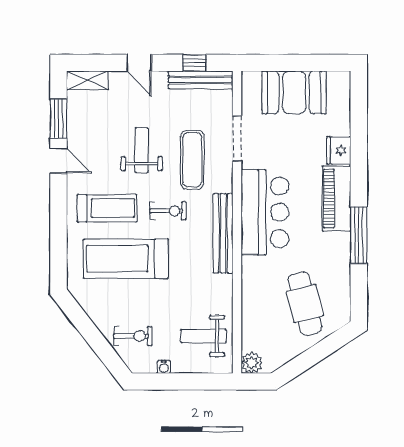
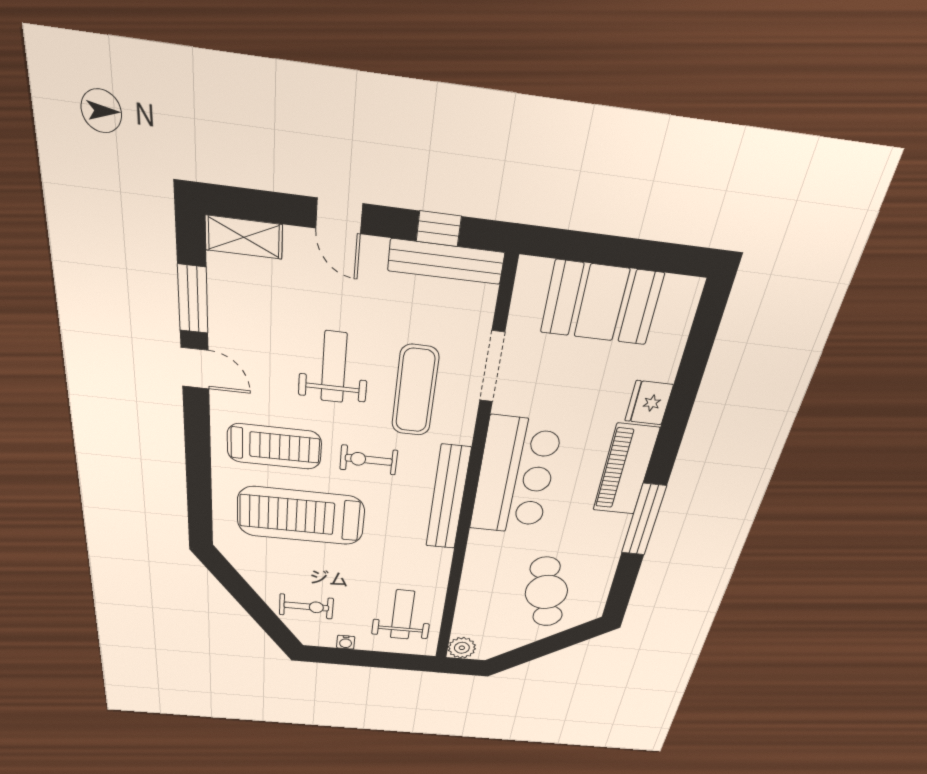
exercise bike: (168, 211) -> (369, 460), turned 180
weight bench: (203, 336) -> (402, 615), turned 90

